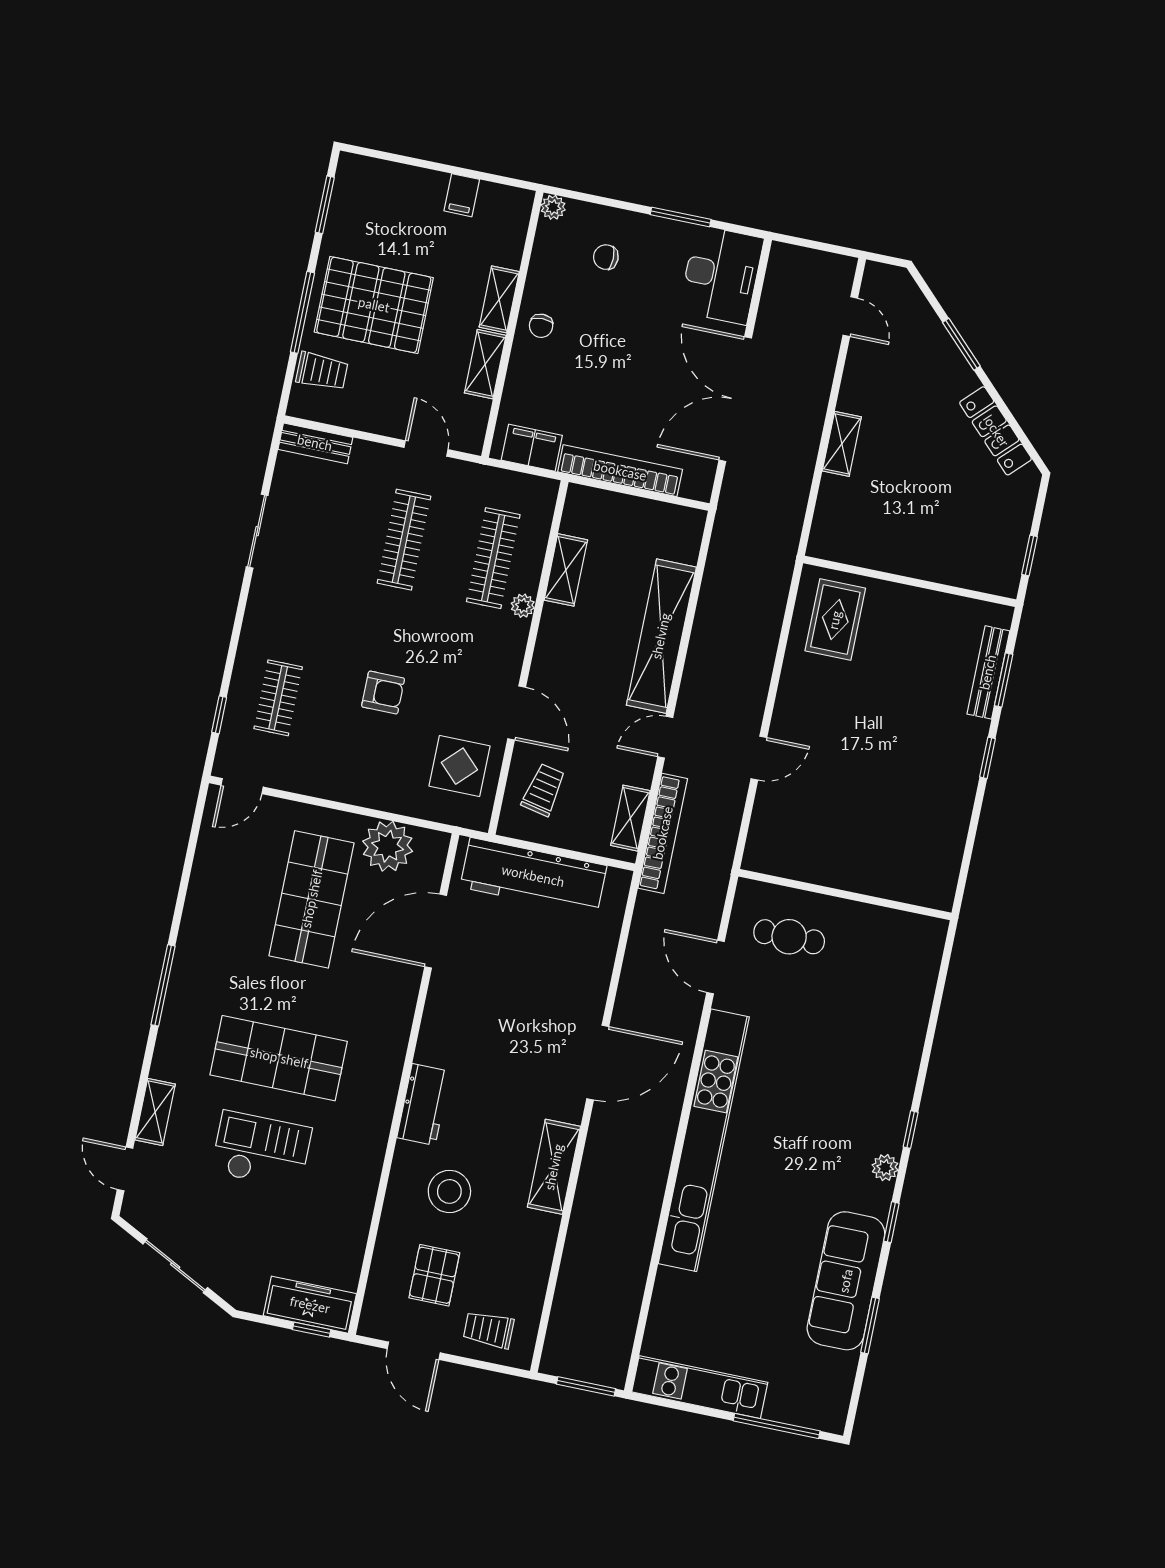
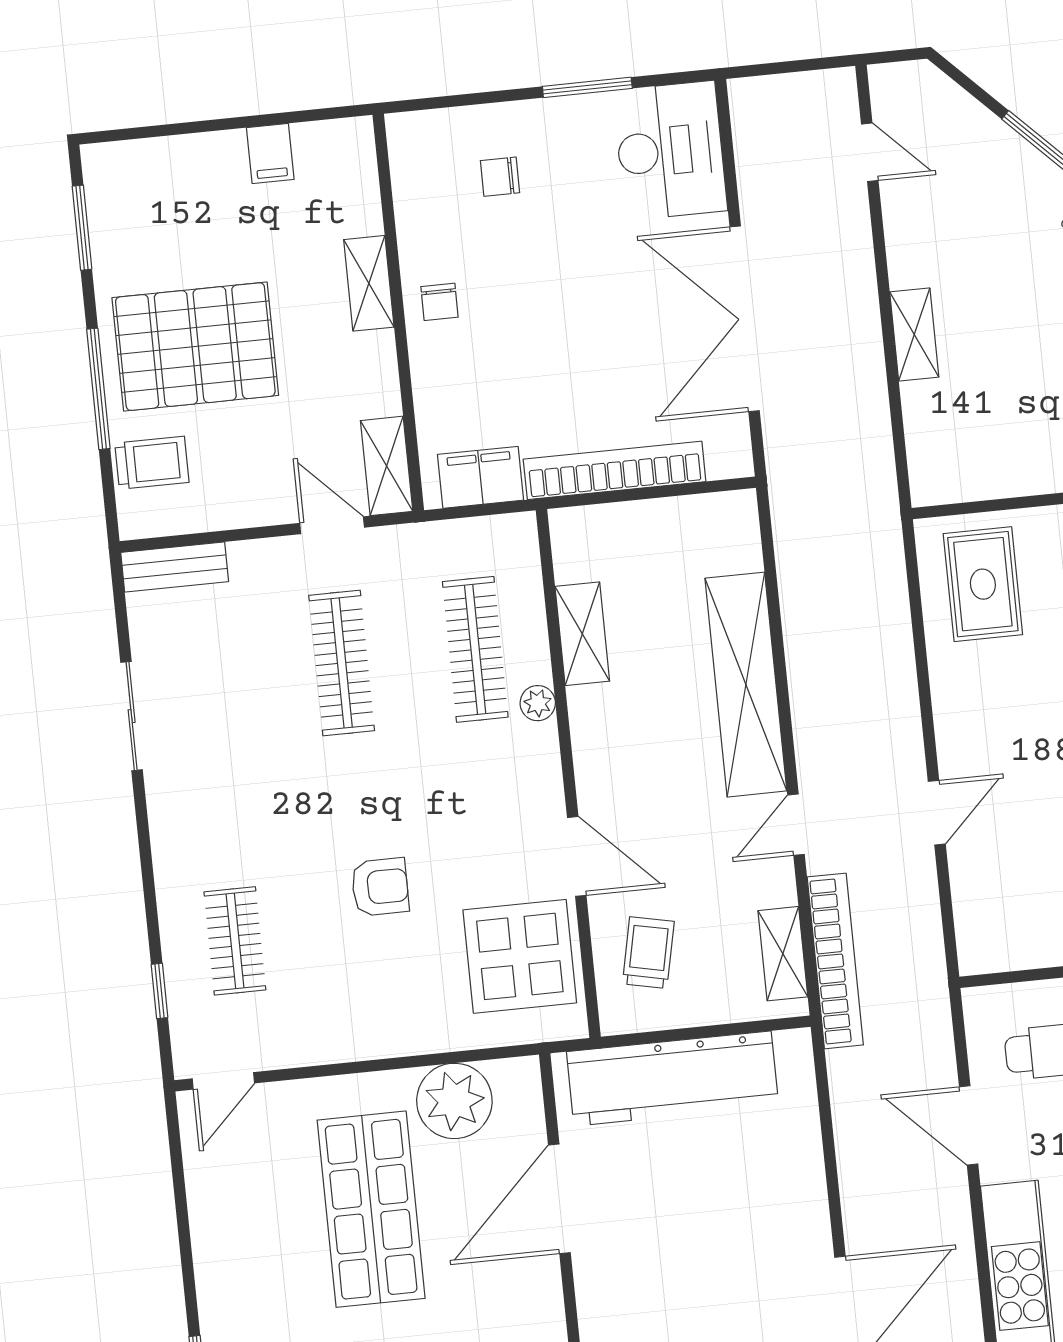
plant: (553, 207) -> (404, 130), removed
shelving: (485, 364) -> (387, 466), moved
display table: (459, 766) -> (520, 956), width x1.36, depth x1.36

